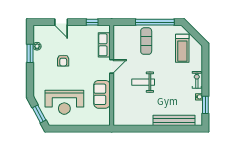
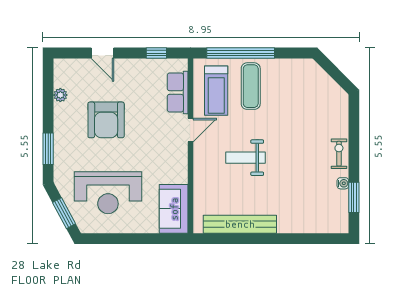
window: (155, 22) -> (241, 53), moved
treadmill: (182, 48) -> (216, 91), moved
window: (30, 53) -> (48, 149), moved
armchair: (63, 61) -> (106, 120), width x1.88, depth x1.88
sofa: (102, 94) -> (174, 209), moved
bench: (174, 120) -> (240, 224), moved

